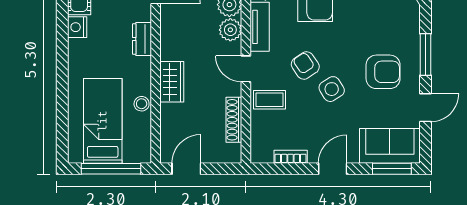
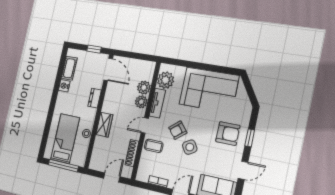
window: (425, 54) -> (250, 138), width x0.67
armchair: (305, 65) -> (178, 130), turned -96
door: (246, 69) -> (145, 126), hinge flipped
armchair: (383, 72) -> (228, 134), moved
door: (186, 169) -> (112, 178), moved

